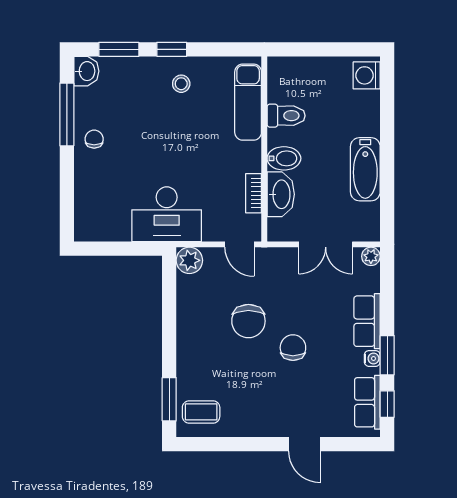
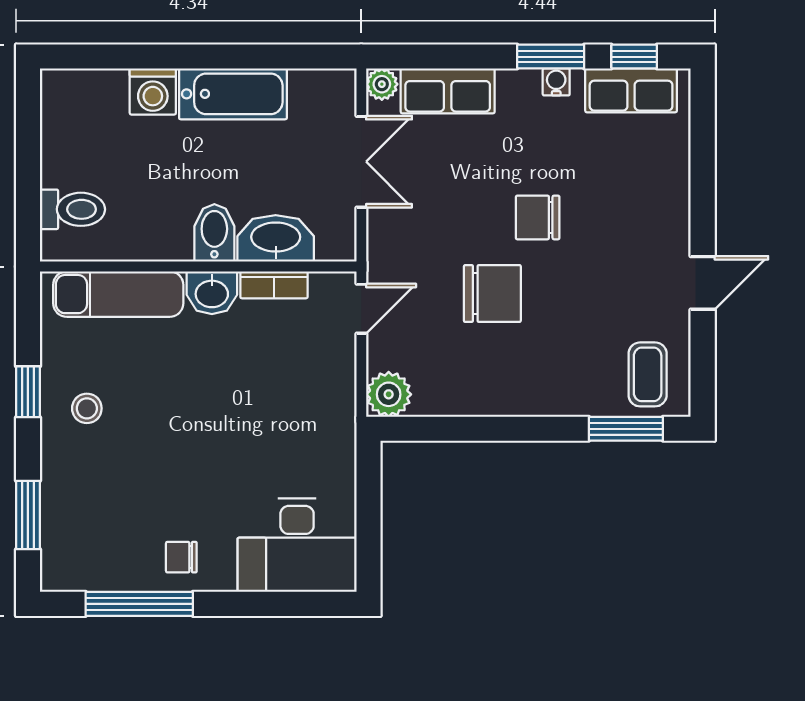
window: (172, 49) -> (28, 392), moved
washbasin: (86, 71) -> (212, 293), moved, turned 180
washing machine: (367, 75) -> (153, 91), moved
toilet: (286, 116) -> (72, 209), moved, turned 90
desk: (167, 214) -> (297, 545), moved, turned 90
row of seats: (367, 321) -> (448, 91), moved
door: (304, 444) -> (703, 283), moved

